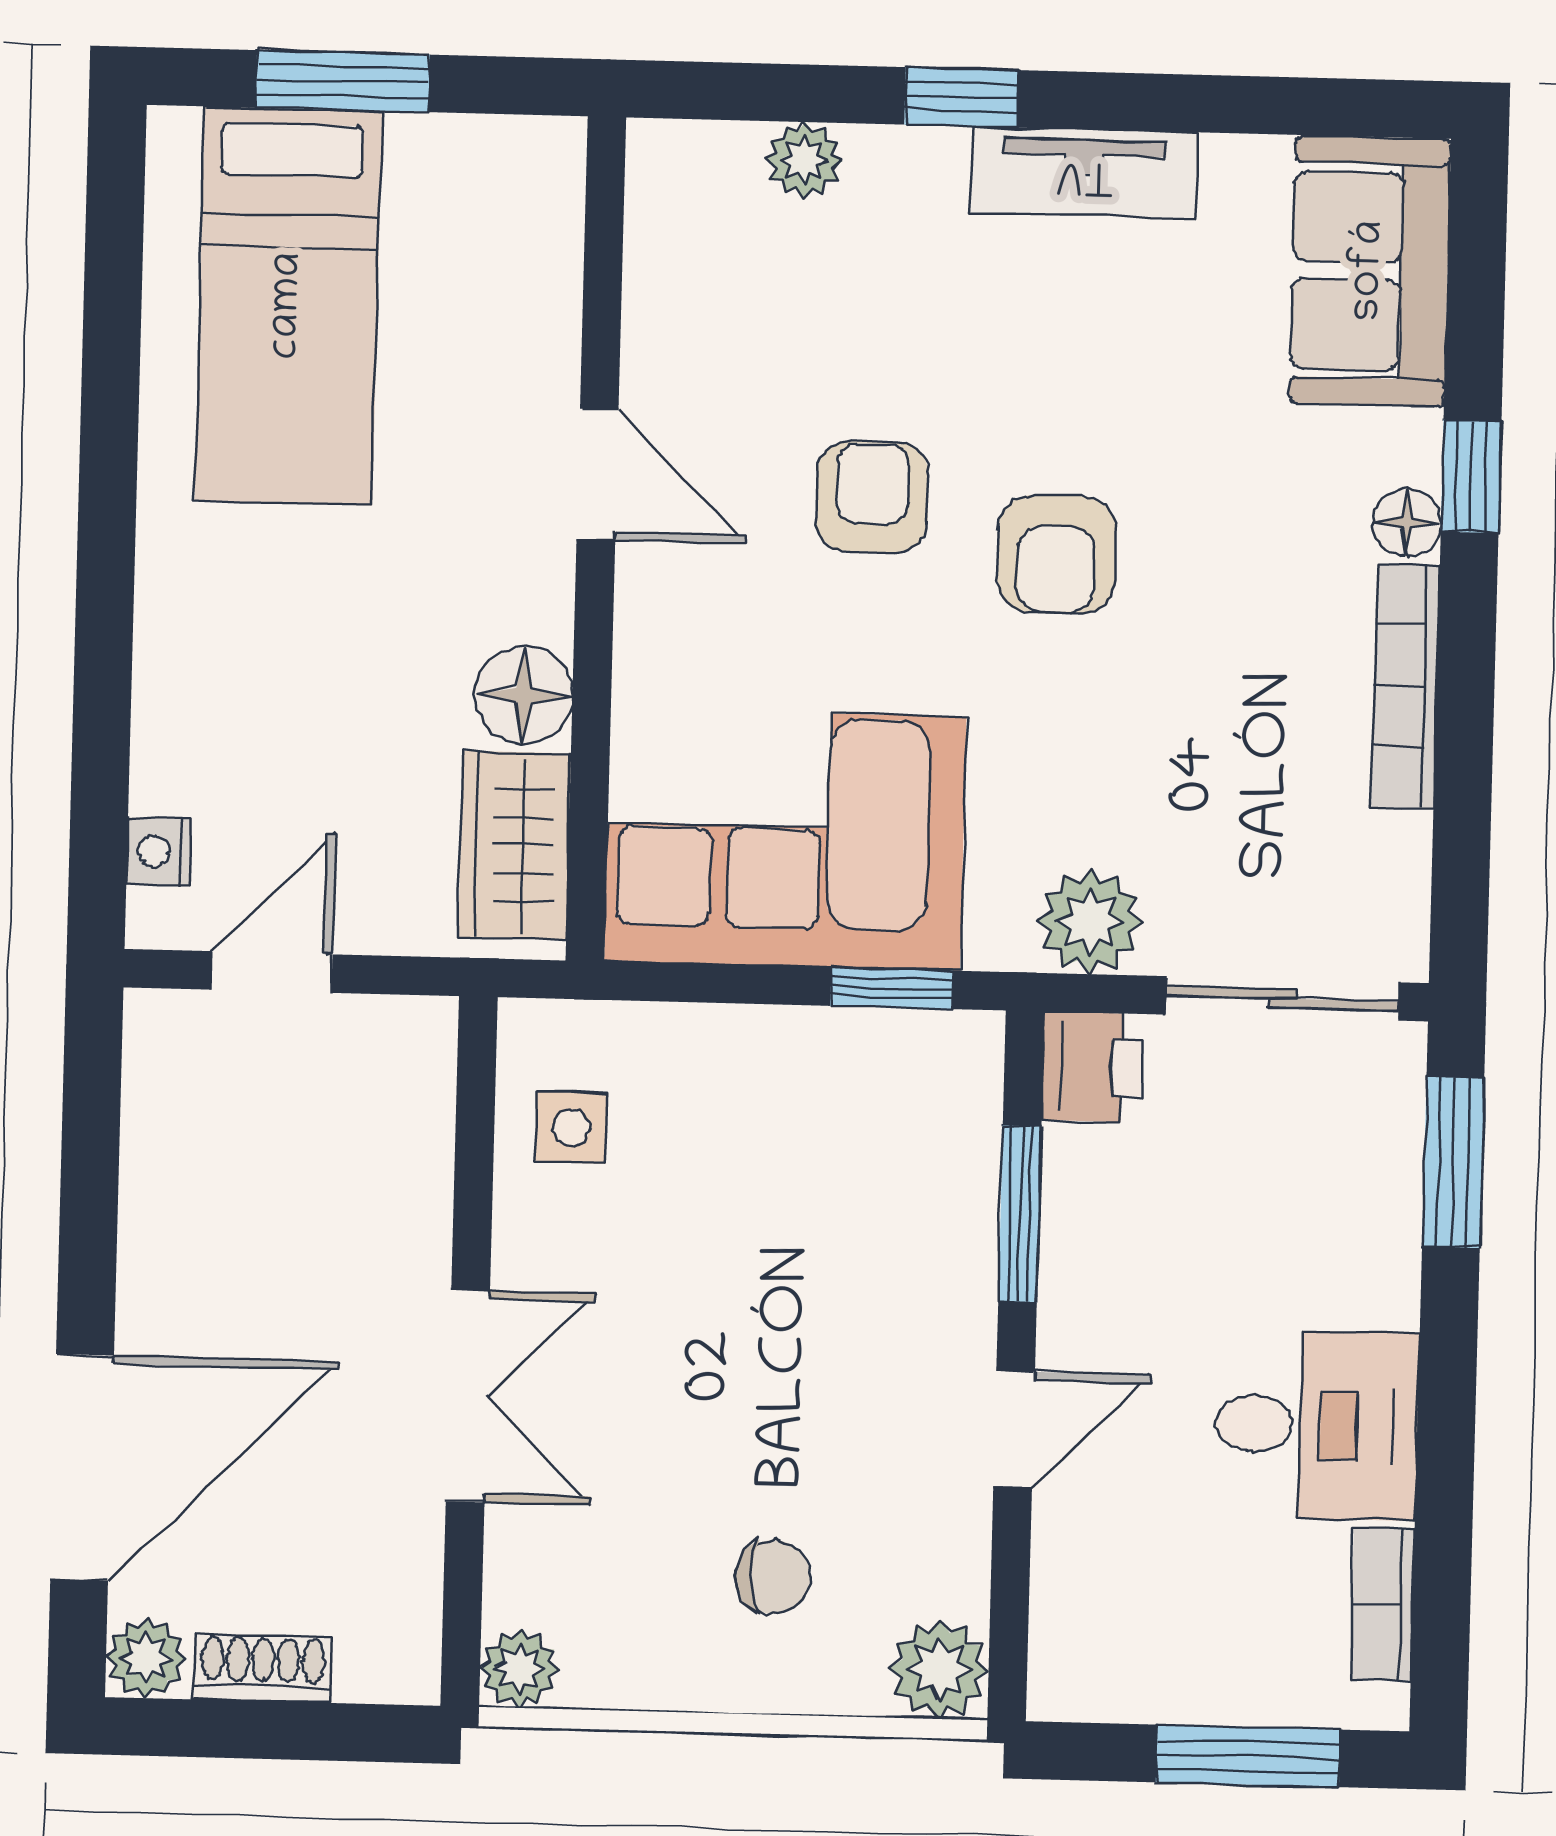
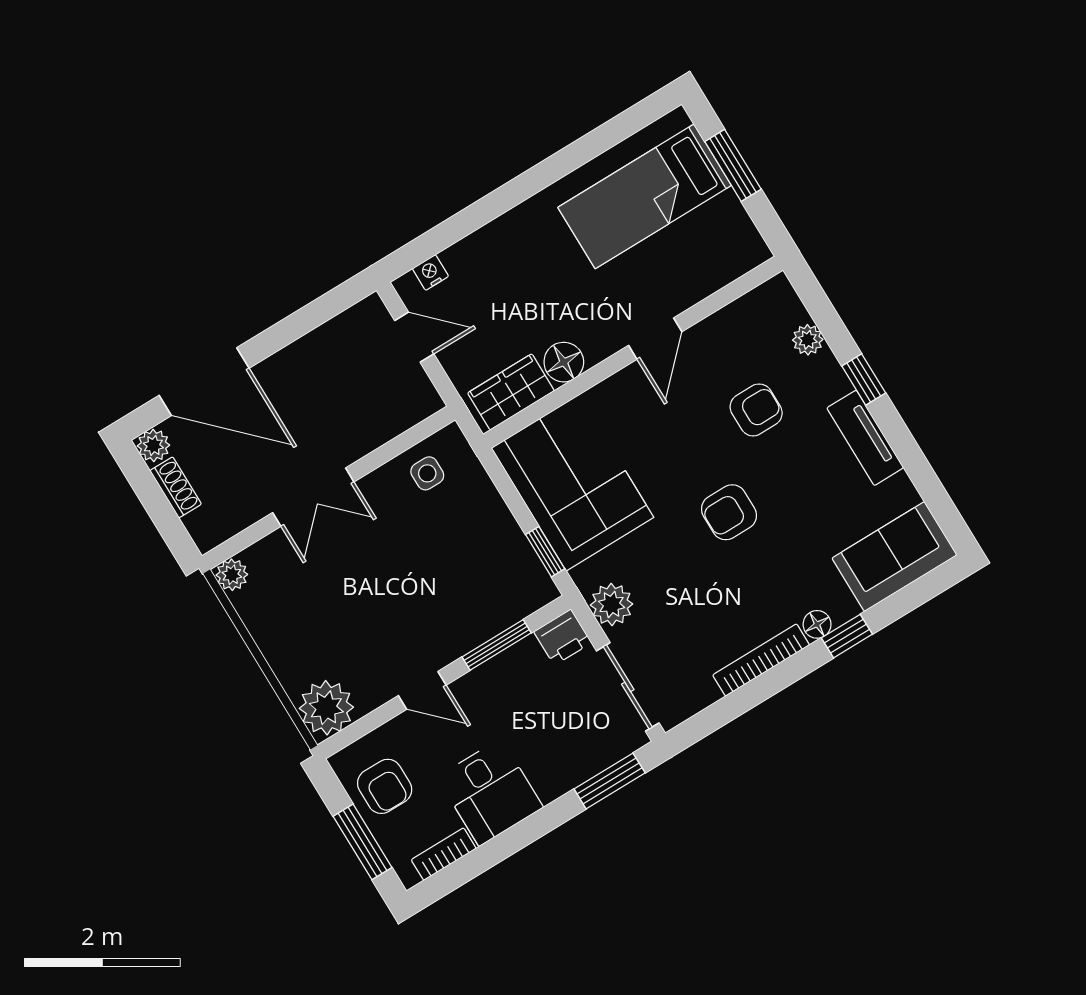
armchair: (872, 497) -> (756, 410), moved
chair: (773, 1577) -> (319, 641), removed
armchair: (1163, 1636) -> (385, 786), added
plant: (939, 1669) -> (326, 708), width x1.36, depth x1.36

